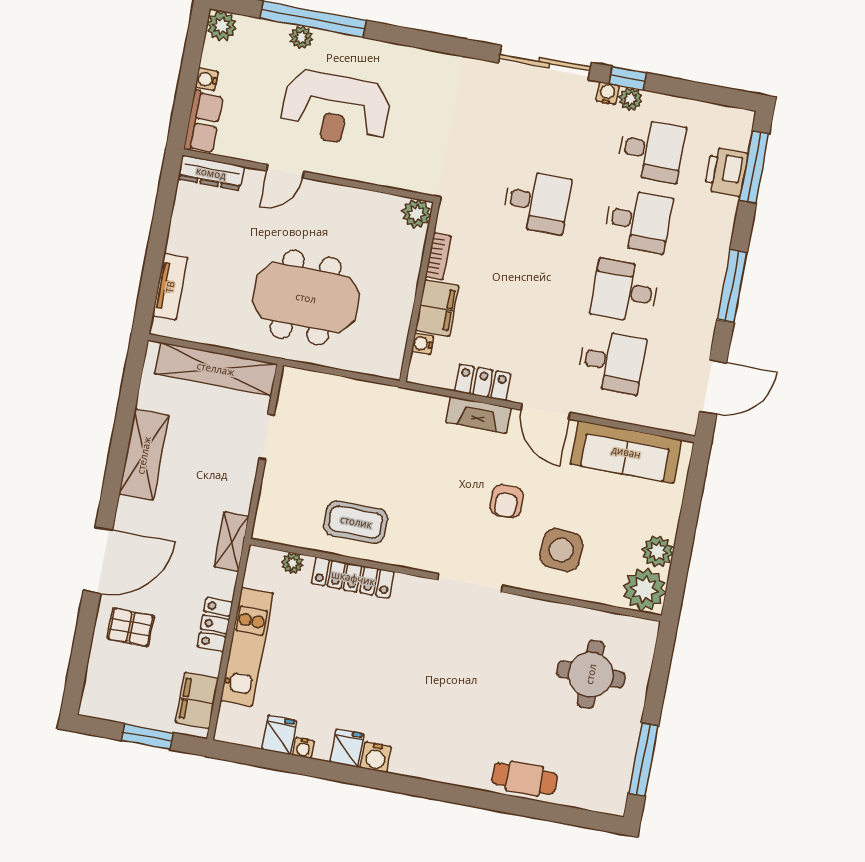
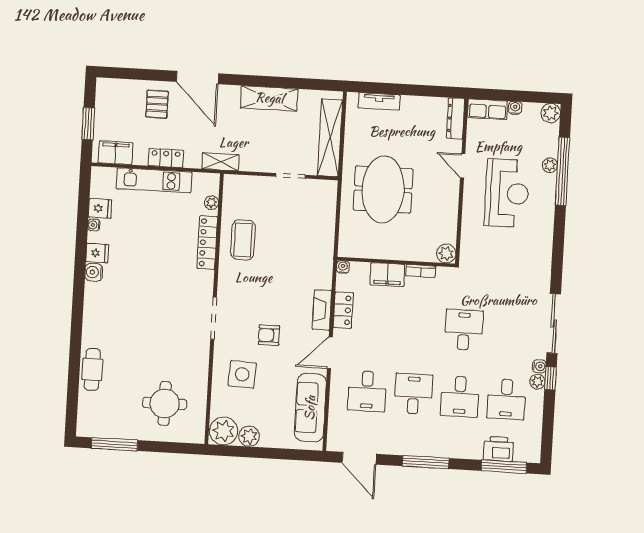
reception desk: (336, 109) -> (507, 193), turned 180
desk: (537, 202) -> (464, 330), turned 180
water cooler: (422, 344) -> (343, 267), moved

